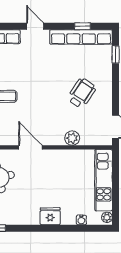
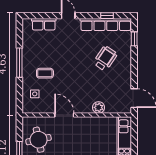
wheelchair: (82, 93) -> (105, 58), moved

